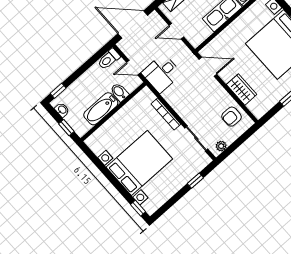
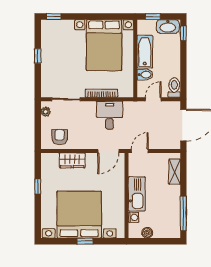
door: (176, 31) -> (140, 151), moved
desk: (162, 73) -> (110, 115), moved
washbasin: (62, 110) -> (168, 27), width x1.91, depth x1.45
bed with nightstands: (139, 163) -> (104, 45), moved
window: (195, 181) -> (38, 56), moved

